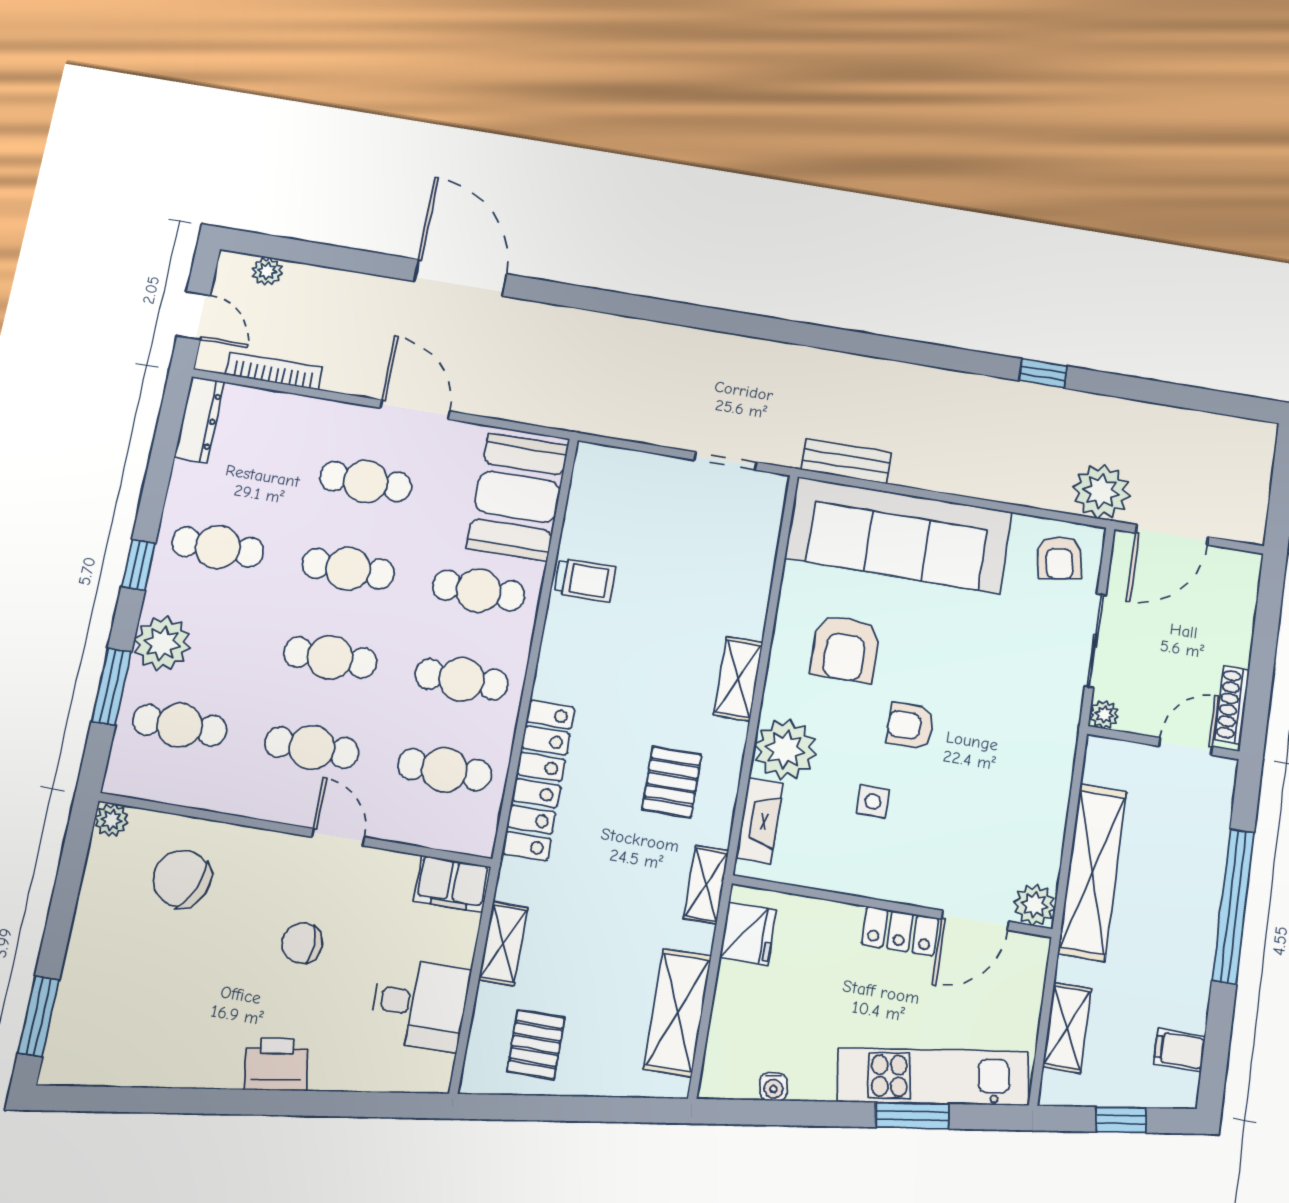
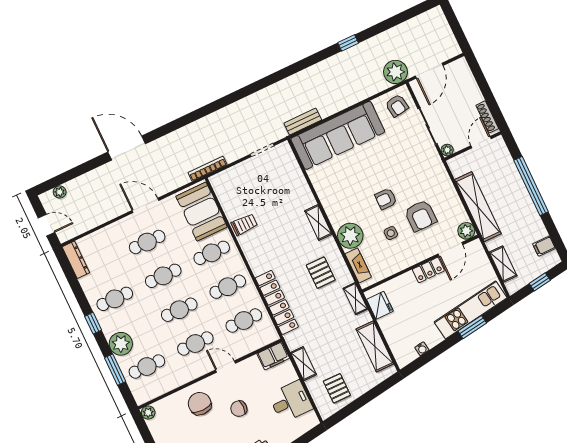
bookcase: (274, 371) -> (208, 169), moved
armchair: (845, 649) -> (420, 216), moved
chair: (182, 879) -> (200, 404), moved, turned 68

